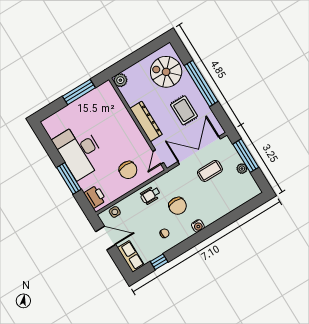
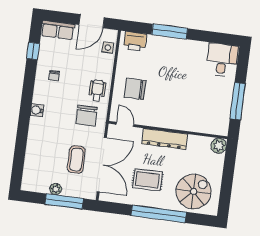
desk: (79, 151) -> (222, 60), moved, width x0.53, depth x0.77
chair: (178, 206) -> (87, 116), moved, turned -90

